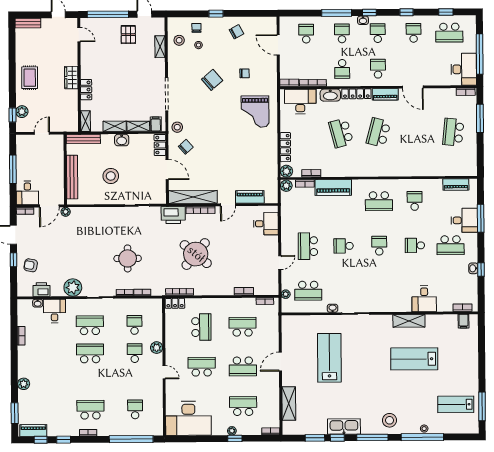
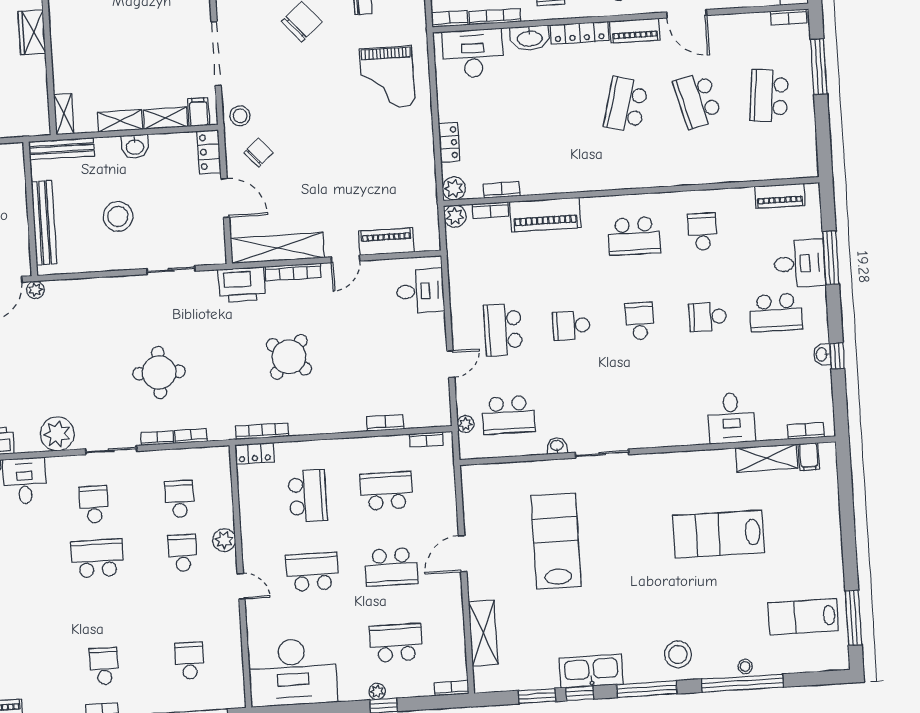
locker: (86, 90) -> (61, 54), removed
school desk: (341, 133) -> (697, 100), moved
locker: (285, 147) -> (449, 142), width x0.66
round table: (196, 254) -> (289, 357), width x0.73, depth x0.73
shelving: (409, 321) -> (767, 458), moved
school desk: (90, 325) -> (94, 504), width x0.54
school desk: (90, 410) -> (104, 666), width x0.54

